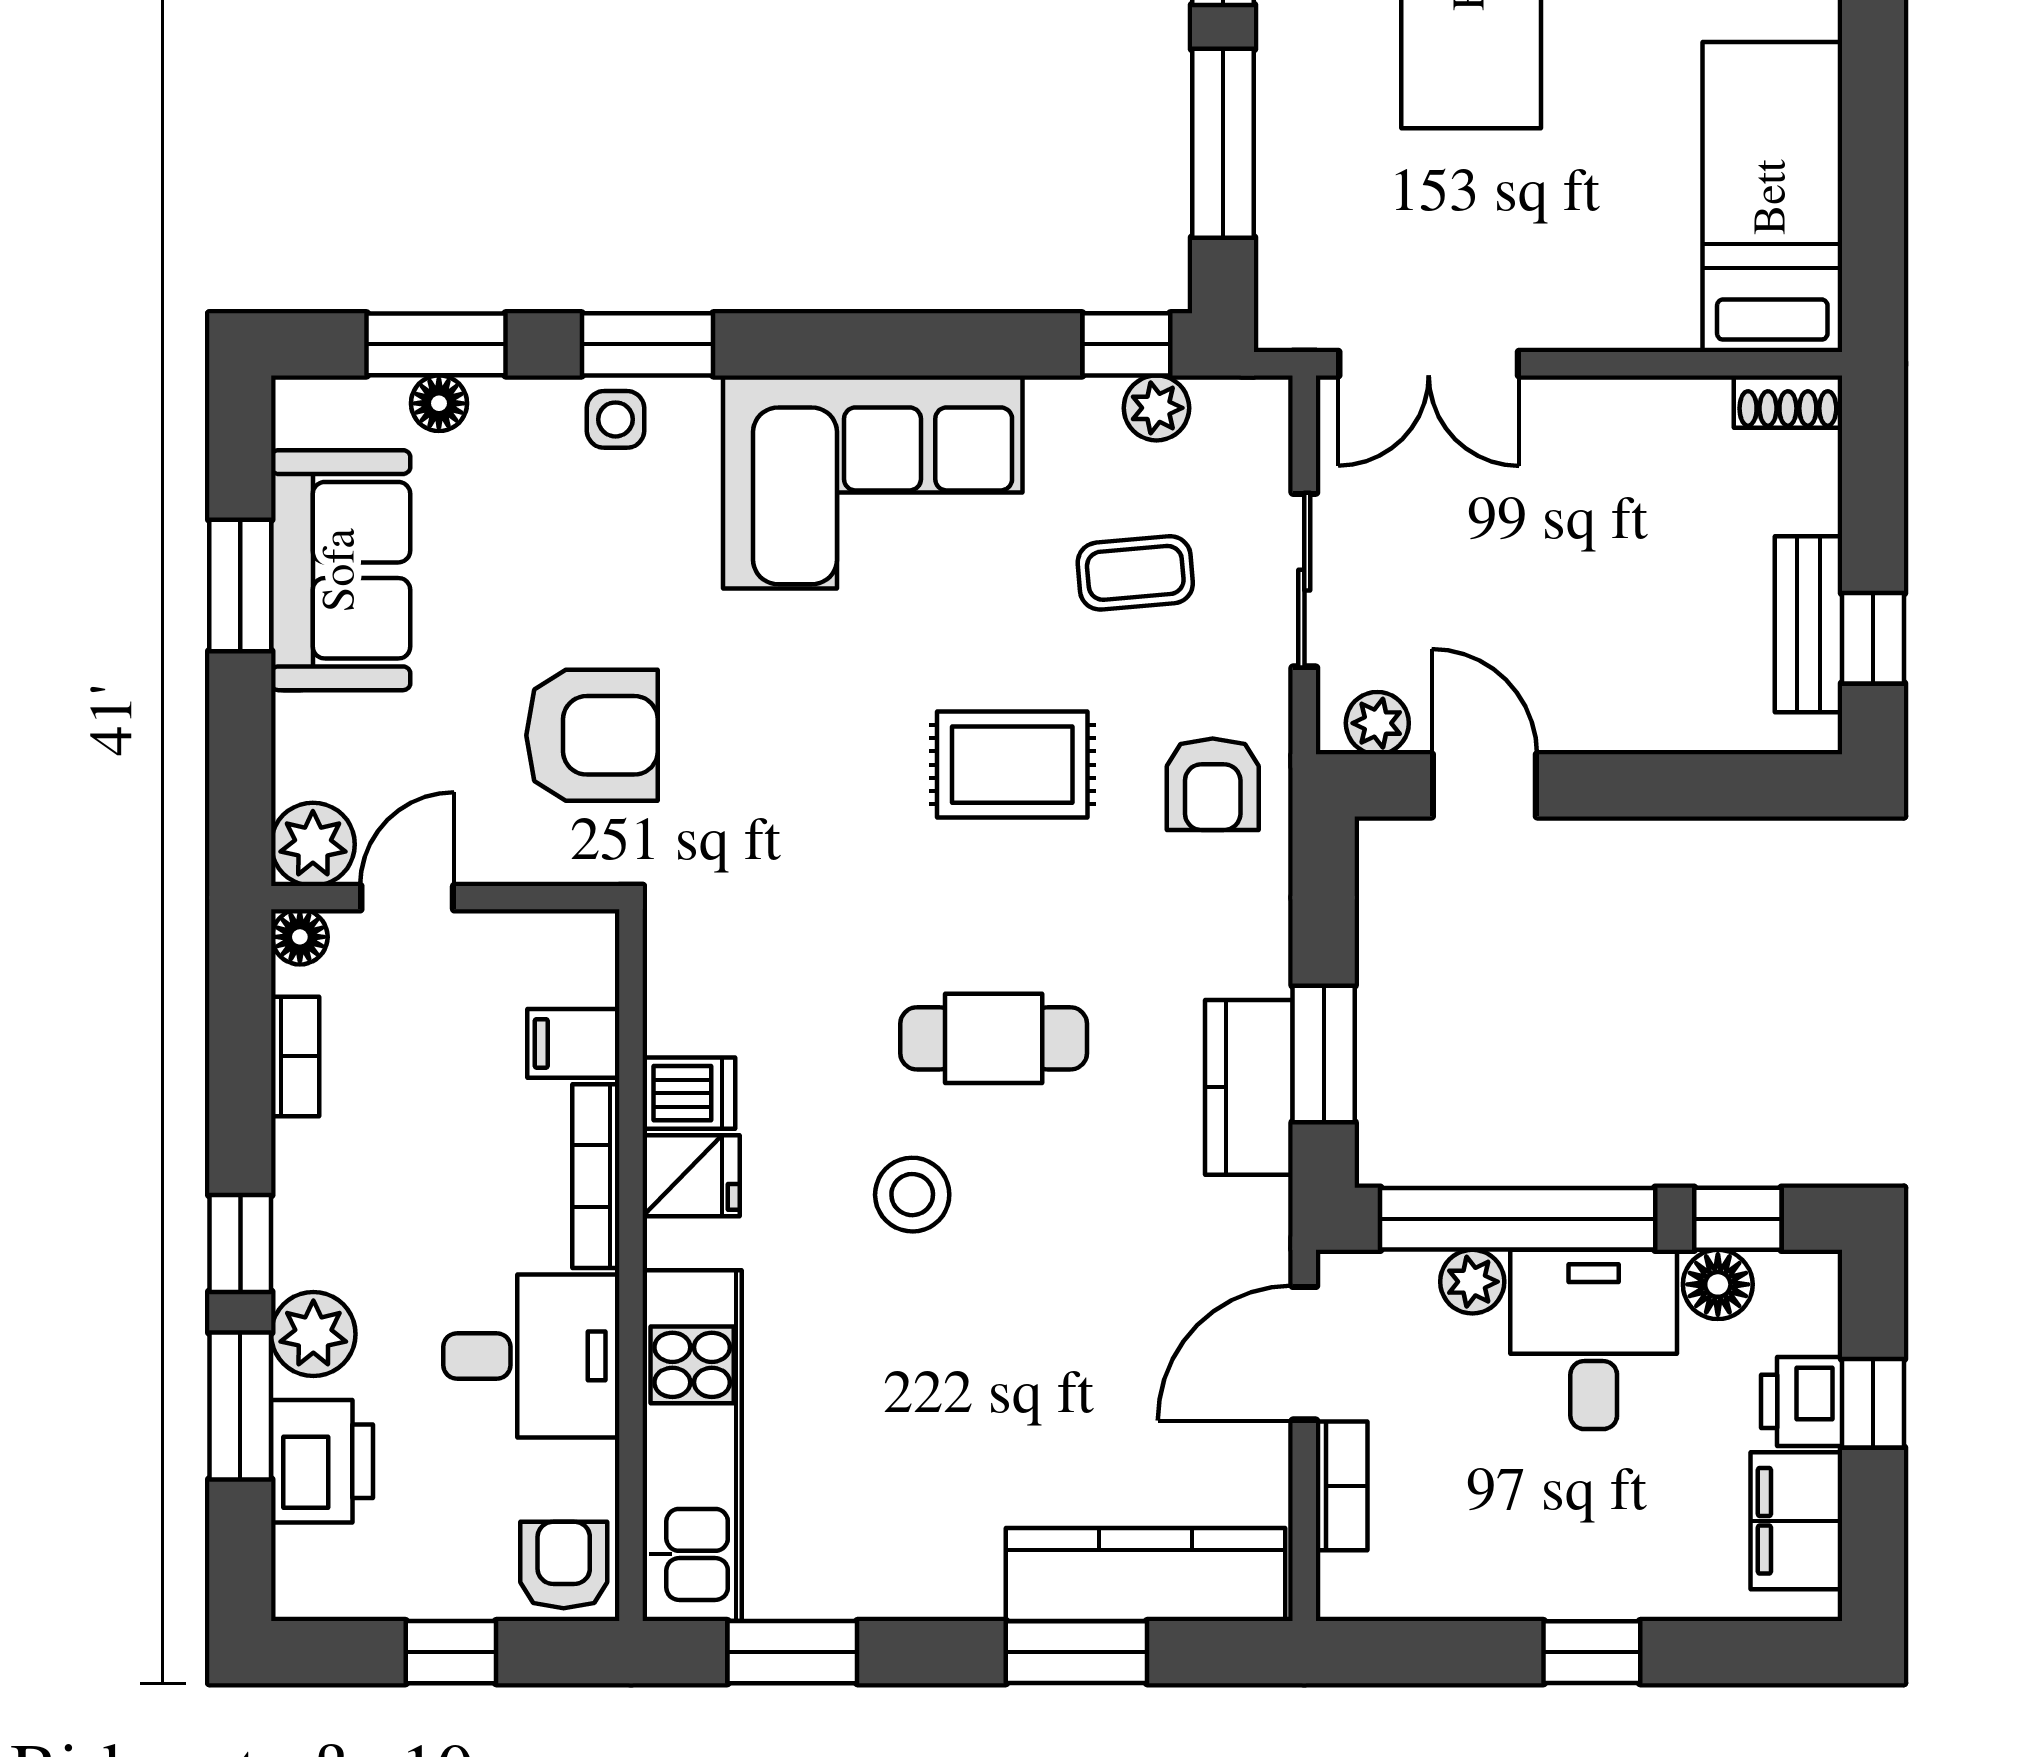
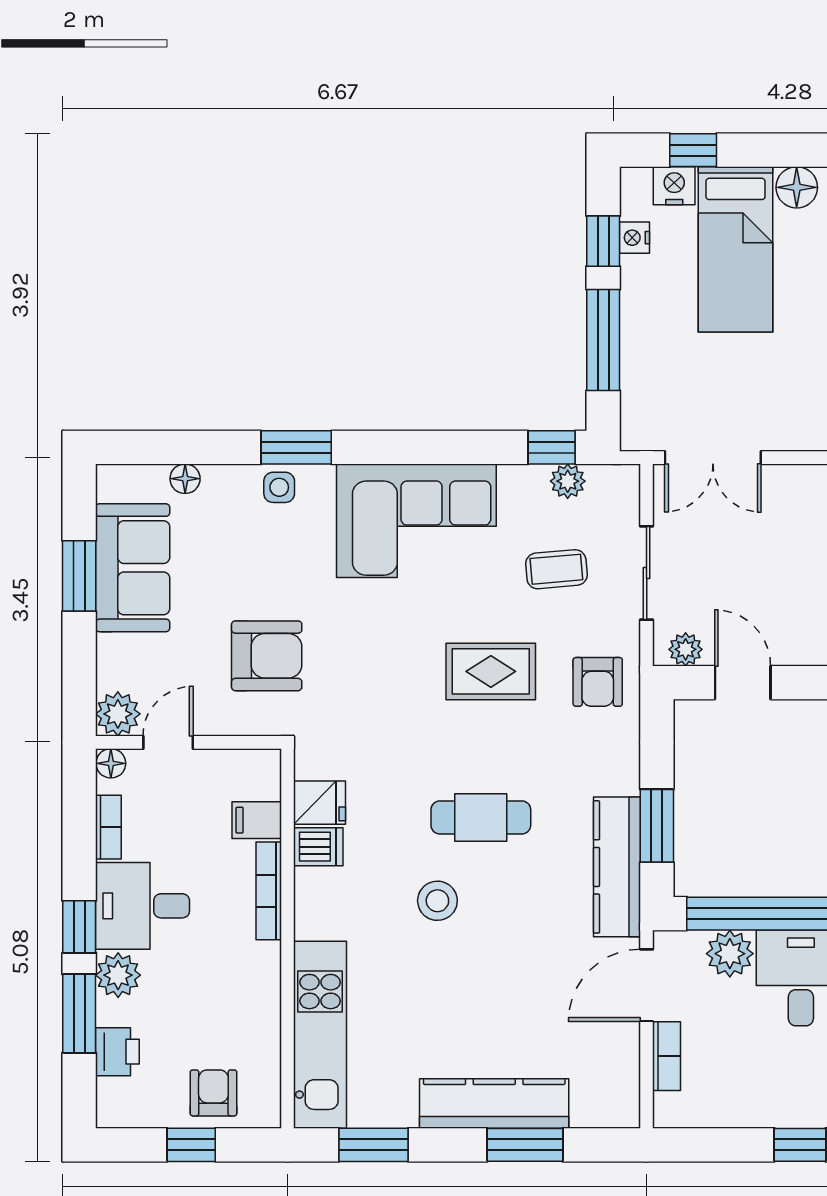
window: (436, 344) -> (183, 447), removed
kitchen counter: (1249, 1087) -> (617, 867), width x1.50
fridge: (691, 1176) -> (320, 803), moved
plant: (1472, 1282) -> (730, 954), width x1.38, depth x1.38
desk: (531, 1356) -> (142, 906), moved, turned 180
printer: (322, 1461) -> (117, 1052), width x0.73, depth x0.81
armchair: (564, 1565) -> (213, 1093), moved
kitchen counter: (1145, 1575) -> (494, 1103), moved

